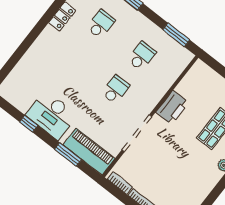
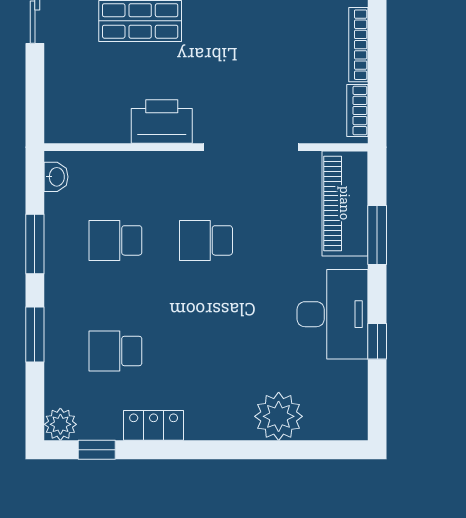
window: (176, 35) -> (35, 244), moved
washbasin: (182, 52) -> (56, 177), added
plant: (29, 65) -> (279, 416), added

